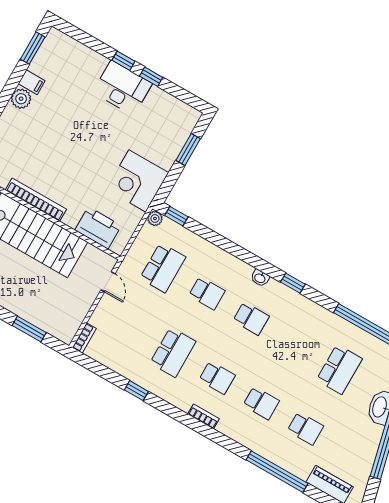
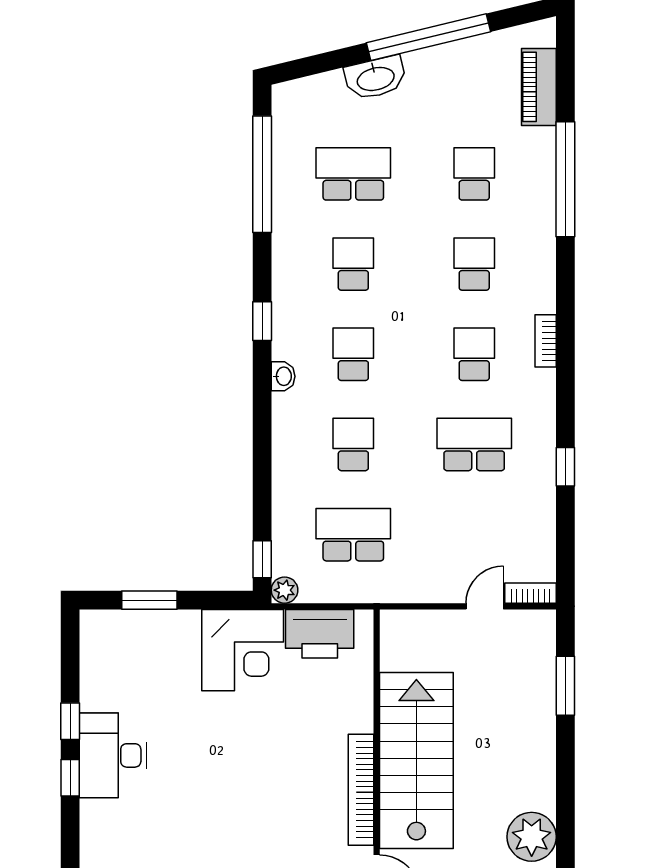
printer: (98, 228) -> (320, 634), moved, turned -90
door: (108, 282) -> (485, 606), moved
school desk: (295, 344) -> (353, 264), added

